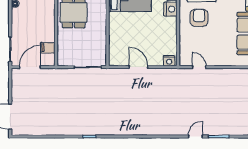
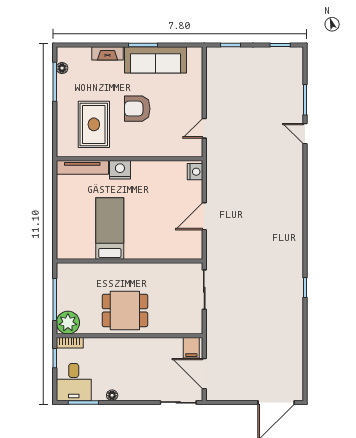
armchair: (199, 18) -> (137, 109), moved
filing cabinet: (48, 48) -> (191, 348), moved

